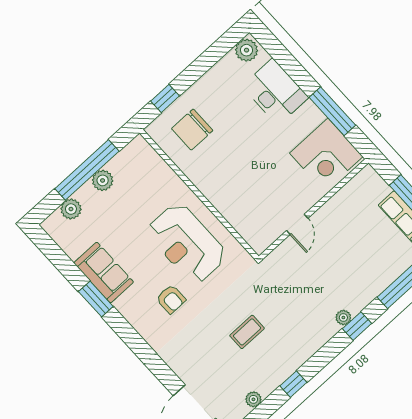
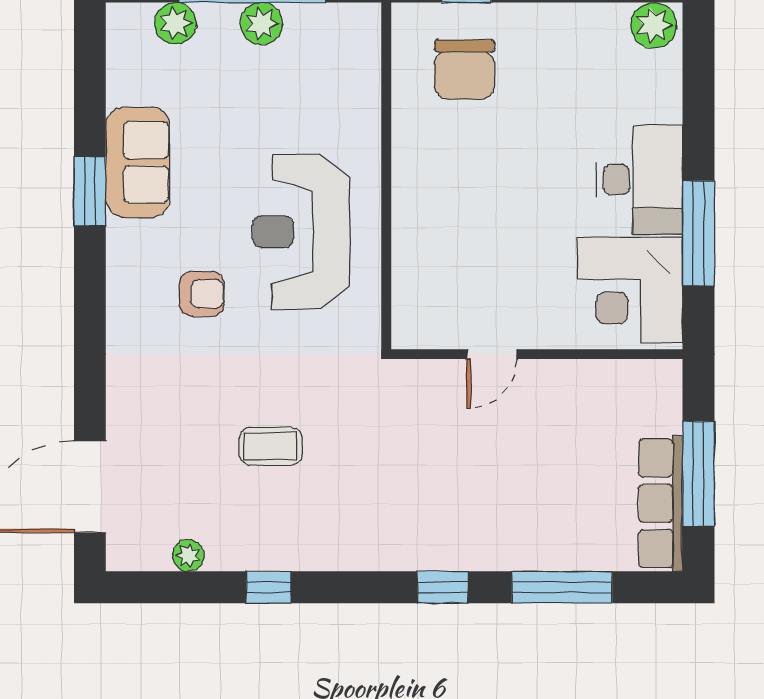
desk: (275, 92) -> (640, 180), moved
chair: (192, 130) -> (464, 70), turned -90
armchair: (171, 299) -> (202, 294), turned -90
plant: (343, 318) -> (434, 556), removed

